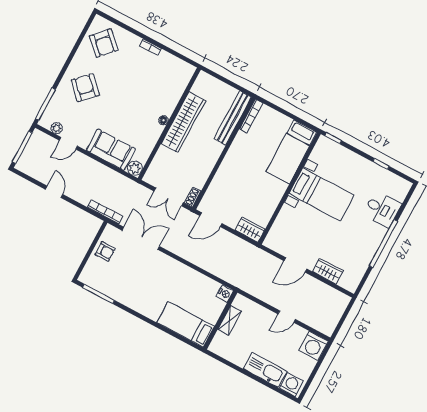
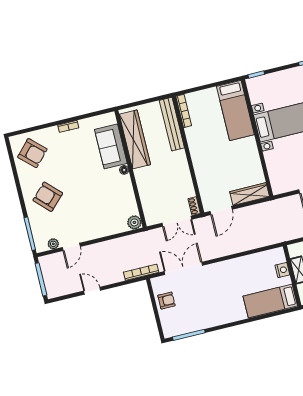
wardrobe: (183, 122) -> (135, 139), moved
sofa: (111, 150) -> (111, 146), moved, turned -90
wardrobe: (250, 230) -> (250, 194), width x1.50
nightstand: (225, 294) -> (282, 270), moved

